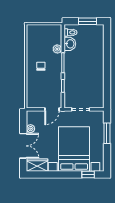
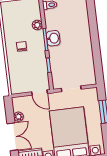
washbasin: (70, 44) -> (53, 38), moved
door: (52, 109) -> (40, 93), hinge flipped

